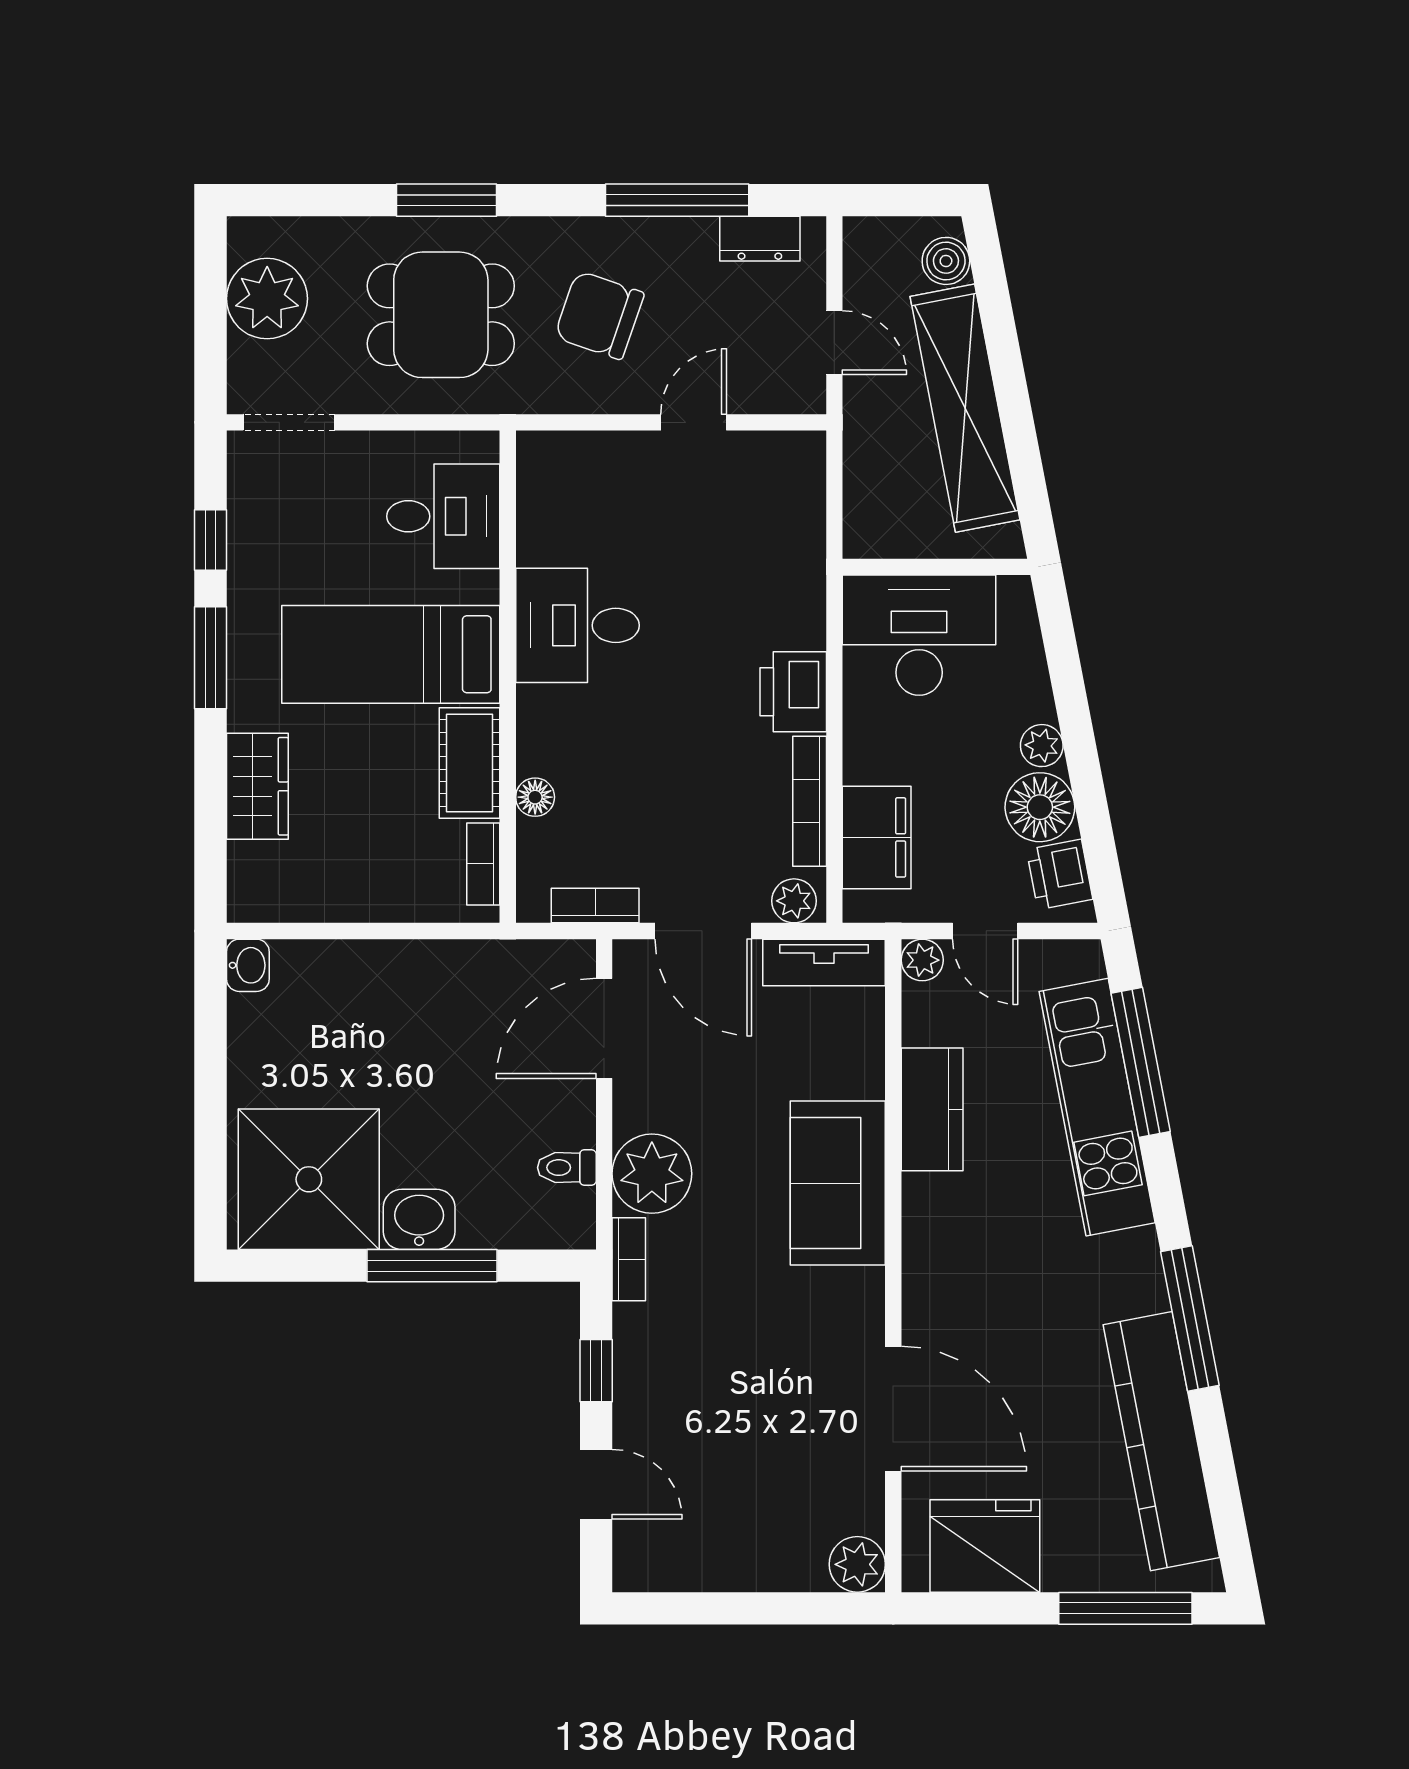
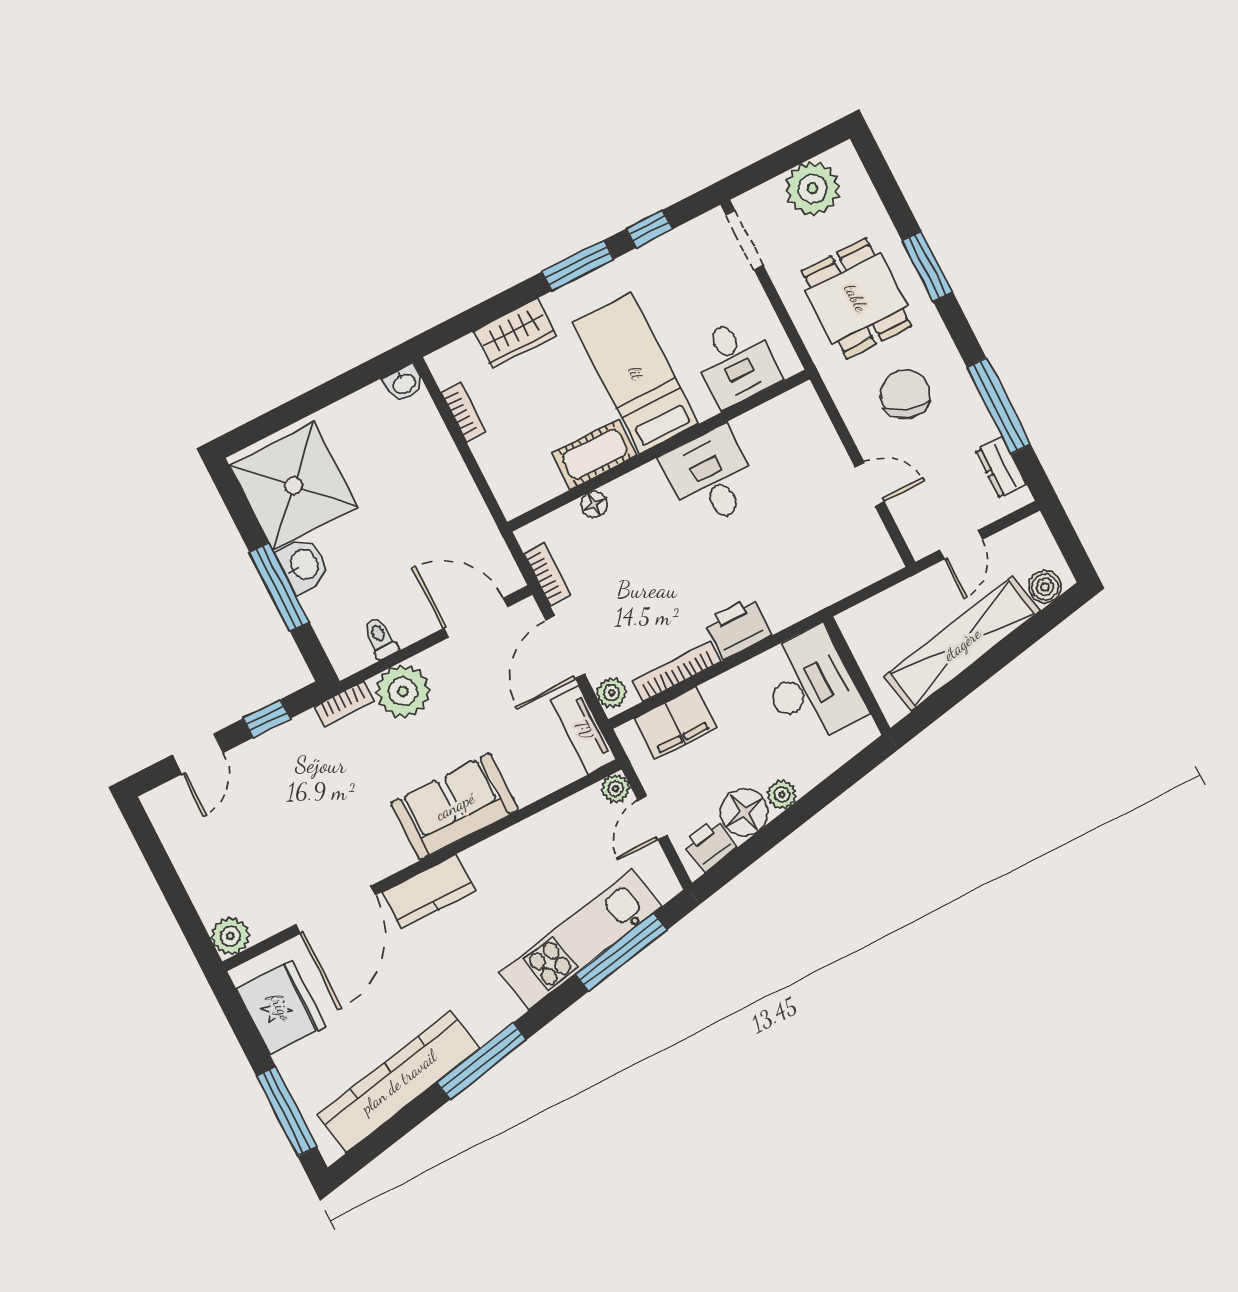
bookcase: (483, 864) -> (463, 412), moved, turned 90
kitchen counter: (932, 1109) -> (429, 892), moved

